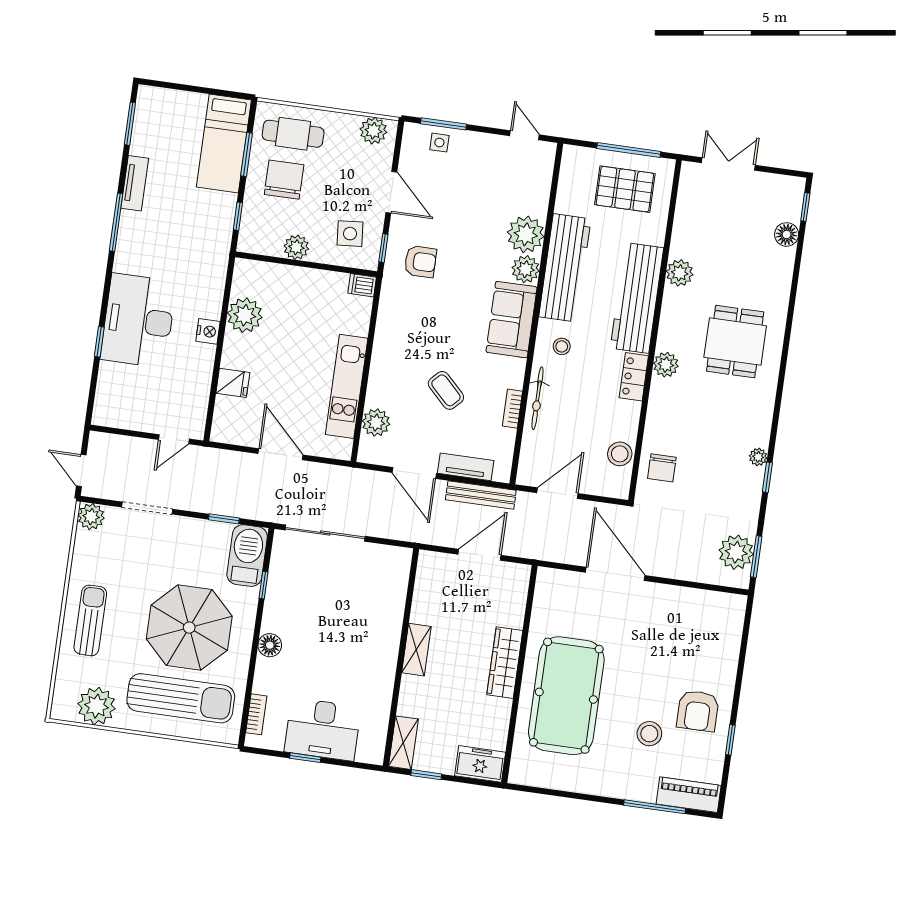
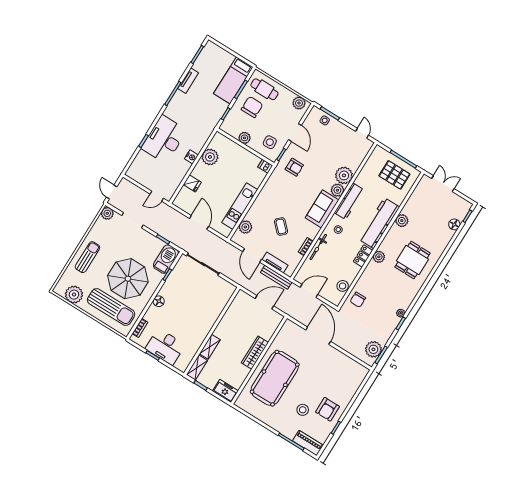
workbench: (565, 268) -> (349, 201), width x0.73, depth x0.76
shelving: (416, 650) -> (210, 347), moved

